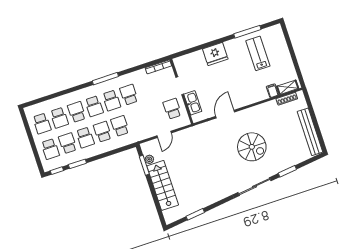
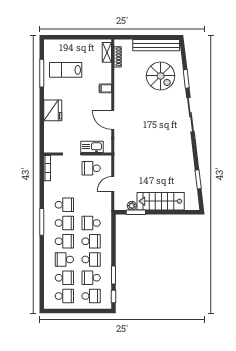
filing cabinet: (272, 91) -> (105, 88), moved
school desk: (129, 95) -> (64, 205), turned 180
school desk: (103, 132) -> (91, 241), turned 180
door: (164, 134) -> (113, 184), swing flipped
spiral stairs: (252, 147) -> (161, 76), moved, turned 90

